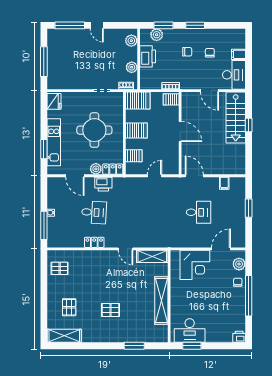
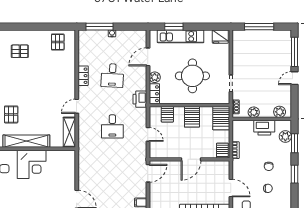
door: (210, 91) -> (231, 188), swing flipped
printer: (103, 184) -> (140, 99), moved
desk: (199, 212) -> (112, 126), moved
corner desk: (195, 265) -> (32, 164), moved, turned -90
pallet: (110, 310) -> (11, 114), moved

